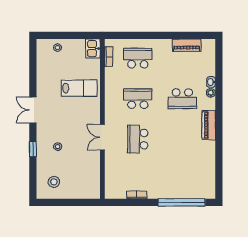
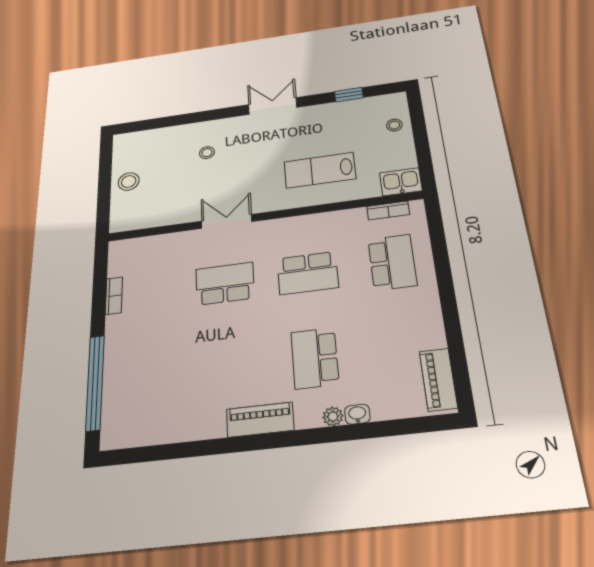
piano: (187, 45) -> (438, 379), moved
lab bench: (79, 88) -> (320, 170), turned 90
school desk: (138, 99) -> (308, 273), turned 90
window: (33, 149) -> (349, 95), moved
stool: (54, 182) -> (129, 181), moved

